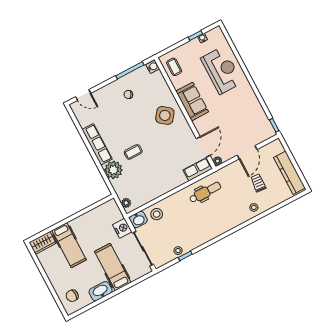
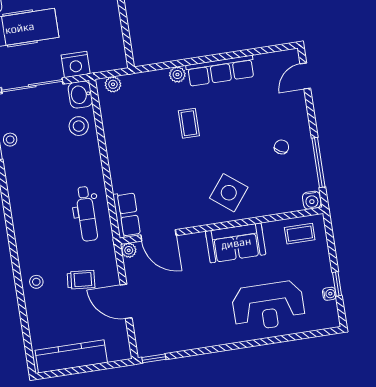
plant: (113, 170) -> (177, 75), width x0.53, depth x0.53
trolley: (258, 183) -> (81, 280), moved

